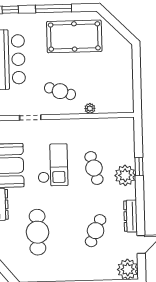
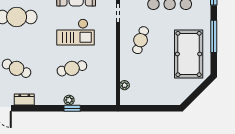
plant: (90, 109) -> (125, 85), moved
plant: (125, 175) -> (69, 100), width x0.53, depth x0.53
dresser: (130, 216) -> (24, 99), width x0.70

